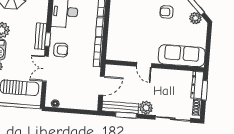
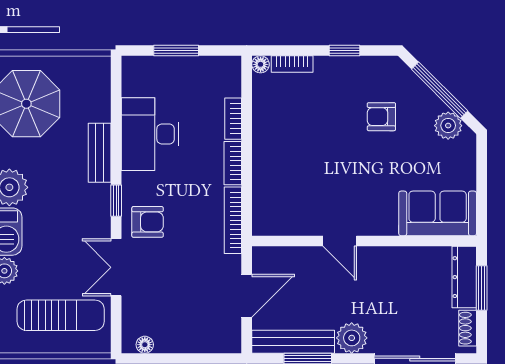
bench: (41, 36) -> (100, 153), moved
sofa: (182, 56) -> (438, 213), width x0.73

